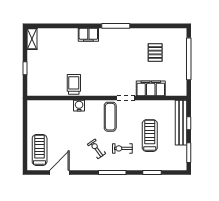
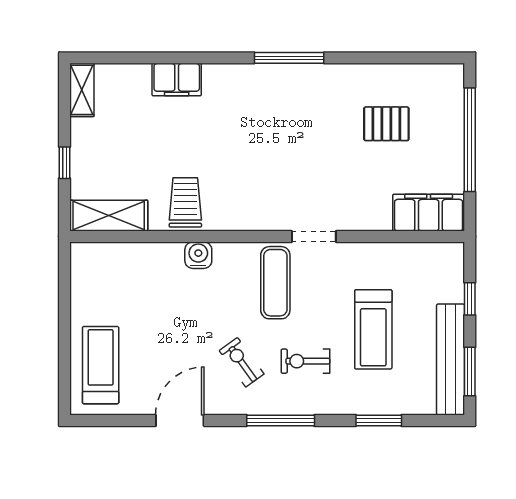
filing cabinet: (88, 35) -> (177, 80), moved
pallet: (155, 53) -> (386, 124), turned 90
filing cabinet: (151, 88) -> (429, 213), moved
shelving: (43, 90) -> (109, 216), added
bench: (181, 123) -> (451, 360), moved
treadmill: (150, 136) -> (373, 329), turned 180
door: (59, 172) -> (180, 420), moved

